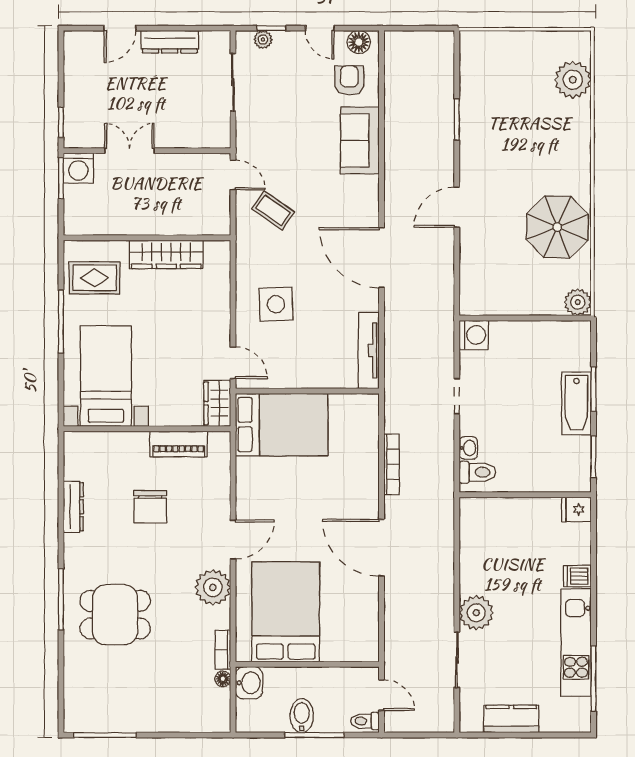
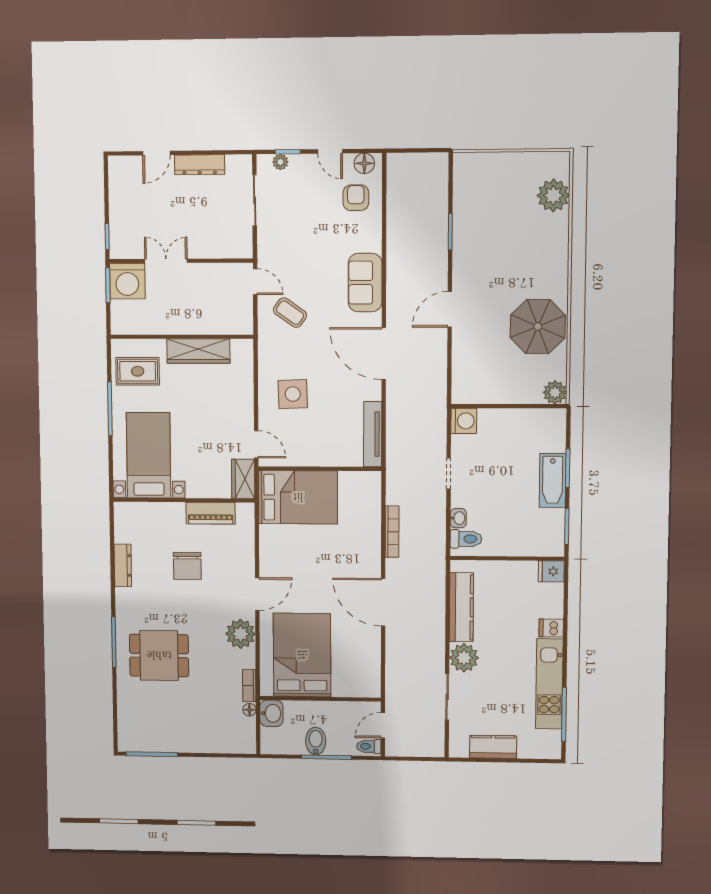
sofa: (360, 140) -> (365, 283), moved
washing machine: (78, 168) -> (127, 281), width x1.37, depth x1.37
kitchen counter: (473, 553) -> (461, 607), added
door: (381, 695) -> (383, 725), swing flipped

